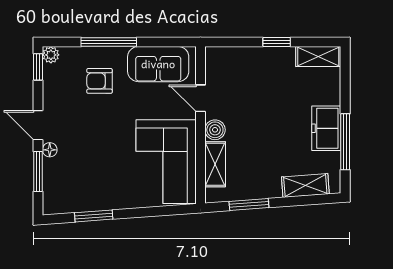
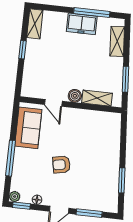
armchair: (99, 81) -> (61, 165), moved, turned 79
door: (201, 98) -> (53, 103), hinge flipped
floor lamp: (50, 150) -> (37, 200), moved
corner sofa: (166, 162) -> (92, 130), removed

